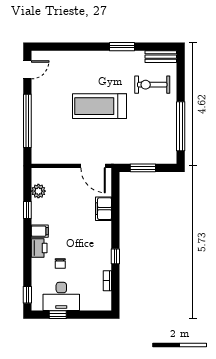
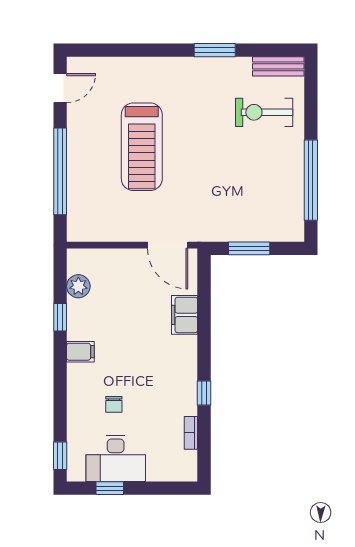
treadmill: (100, 106) -> (142, 147), moved, turned -90
printer: (39, 248) -> (79, 379), removed

